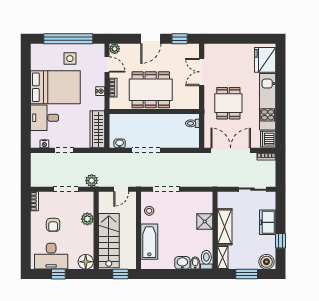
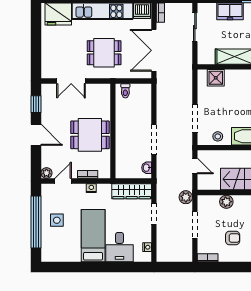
bed: (55, 87) -> (93, 236), width x0.67
dining table: (151, 90) -> (90, 135), width x0.73
doorway: (64, 150) -> (154, 214), moved
shower: (205, 221) -> (216, 78), moved

